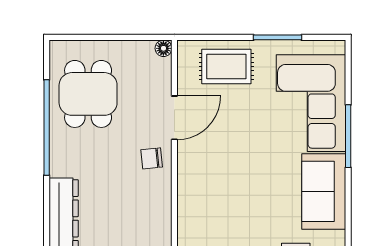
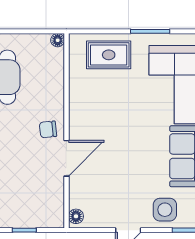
door: (174, 118) -> (66, 158), moved

